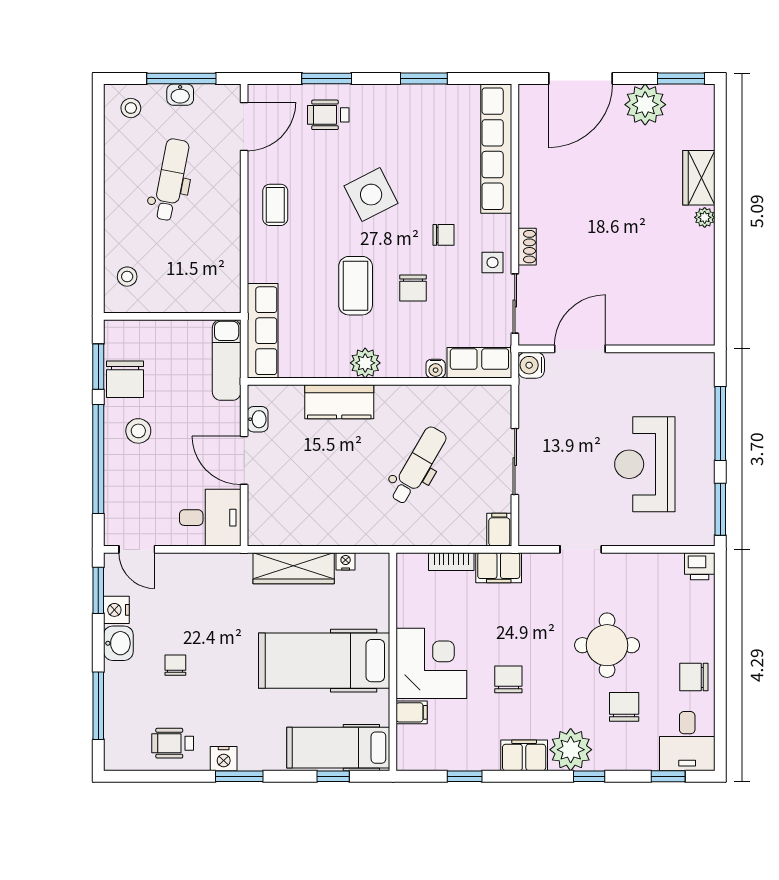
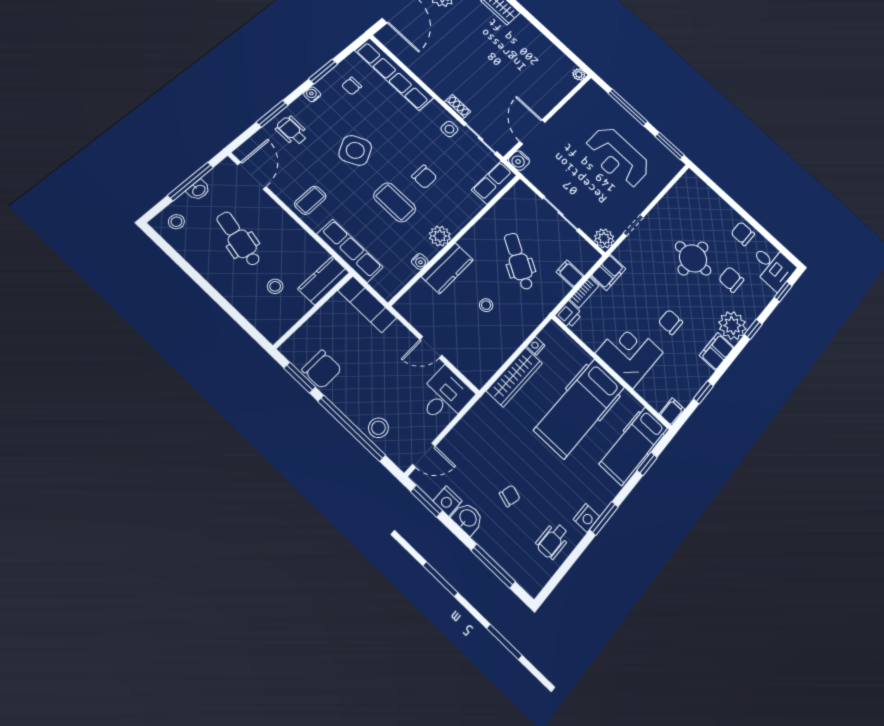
water cooler: (388, 94) -> (312, 94), added
wheelchair: (328, 115) -> (292, 131), turned 90
coffee table: (275, 205) -> (310, 200), turned 90
plant: (705, 217) -> (579, 74), moved
chair: (444, 235) -> (352, 86), moved, turned 180
stool: (127, 277) -> (275, 286), moved
kitchen counter: (209, 297) -> (324, 281), added
row of seats: (263, 331) -> (350, 251), moved
water cooler: (436, 369) -> (420, 261), moved
washbasin: (258, 419) -> (416, 319), removed
stool: (138, 431) -> (378, 428), moved
door: (244, 460) -> (431, 347), width x0.73
stool: (339, 475) -> (486, 305), added
filing cabinet: (499, 530) -> (570, 274), moved
plant: (533, 531) -> (604, 238), added
printer: (700, 566) -> (569, 315), moved
chair: (175, 665) -> (510, 496), turned 106
chair: (694, 677) -> (743, 234), turned 90
filing cabinet: (412, 712) -> (672, 412), moved

